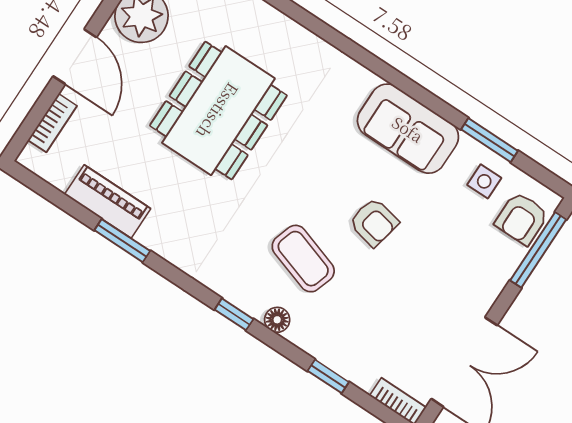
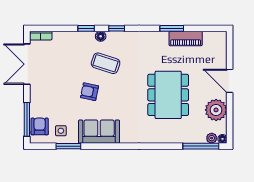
bookcase: (52, 123) -> (222, 53), removed
window: (328, 376) -> (86, 28), moved

